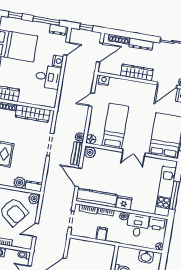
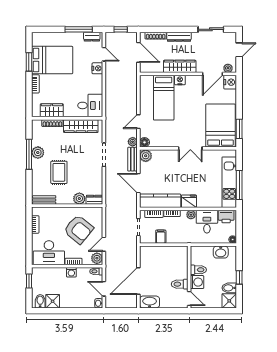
window: (15, 15) -> (46, 29), removed
door: (66, 49) -> (104, 54), hinge flipped
door: (100, 52) -> (138, 52), hinge flipped
desk: (48, 77) -> (90, 105), moved
nightstand: (104, 80) -> (180, 80), moved
door: (92, 100) -> (138, 122), moved
bed: (115, 126) -> (164, 98), moved, turned 180
plant: (34, 199) -> (97, 258), moved
filing cabinet: (102, 234) -> (161, 237), moved

